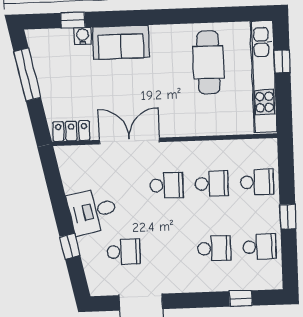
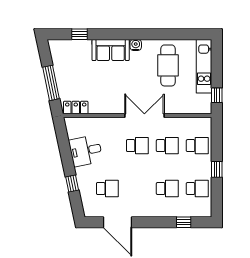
water cooler: (83, 36) -> (136, 45), moved
window: (282, 62) -> (217, 95), moved
window: (27, 75) -> (51, 83), moved
kitchen unit: (264, 76) -> (204, 66), width x0.73
double door: (129, 141) -> (144, 115), moved
desk: (92, 211) -> (86, 151), moved

